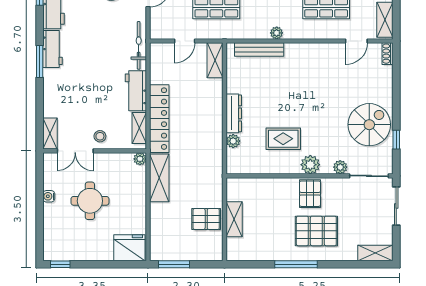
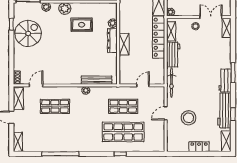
shelving: (215, 60) -> (124, 44), moved
spiral stairs: (369, 125) -> (28, 33), turned 180

